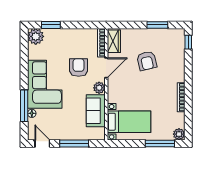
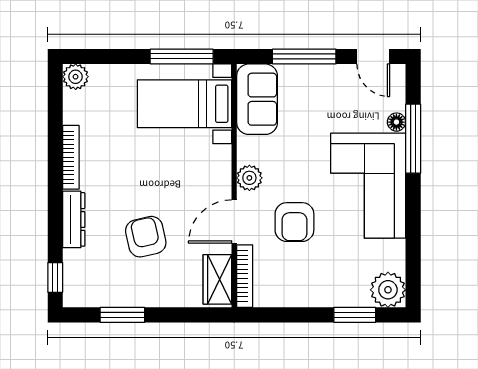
dresser: (180, 69) -> (74, 219), added
sofa: (96, 111) -> (257, 99), moved
window: (160, 143) -> (182, 56), moved

